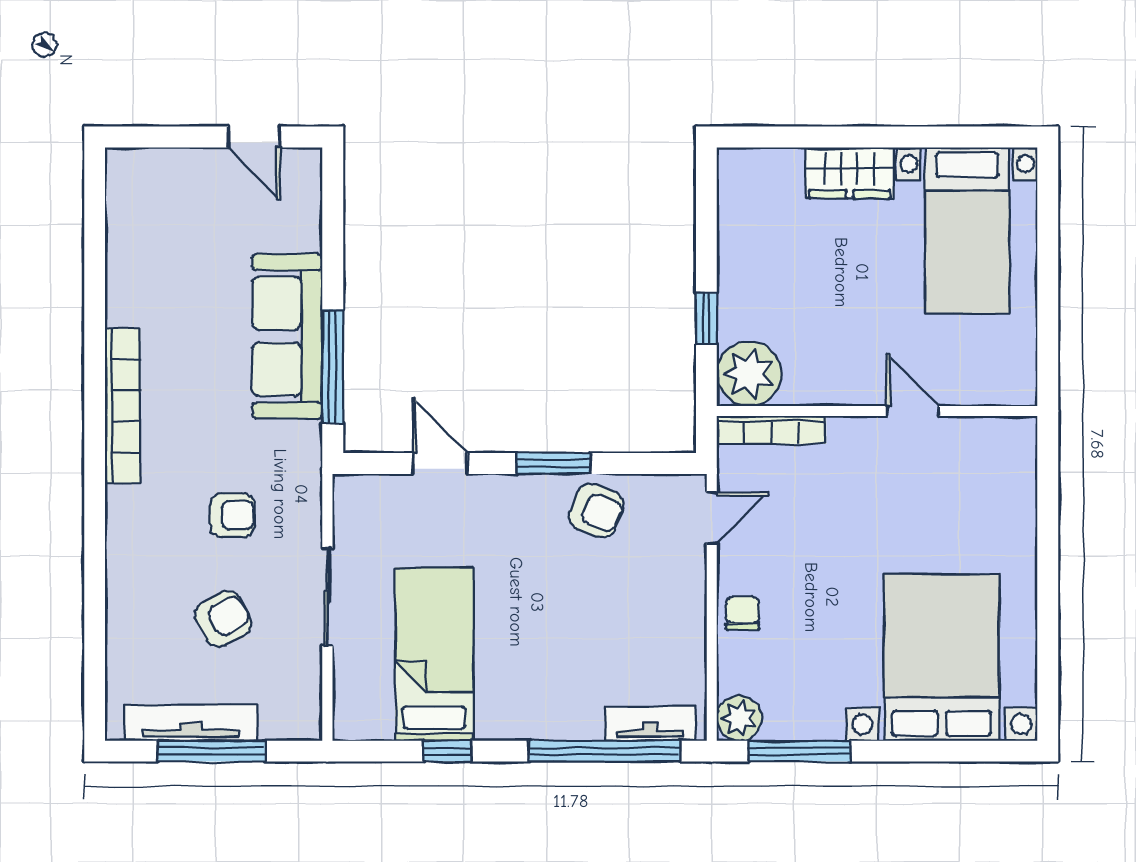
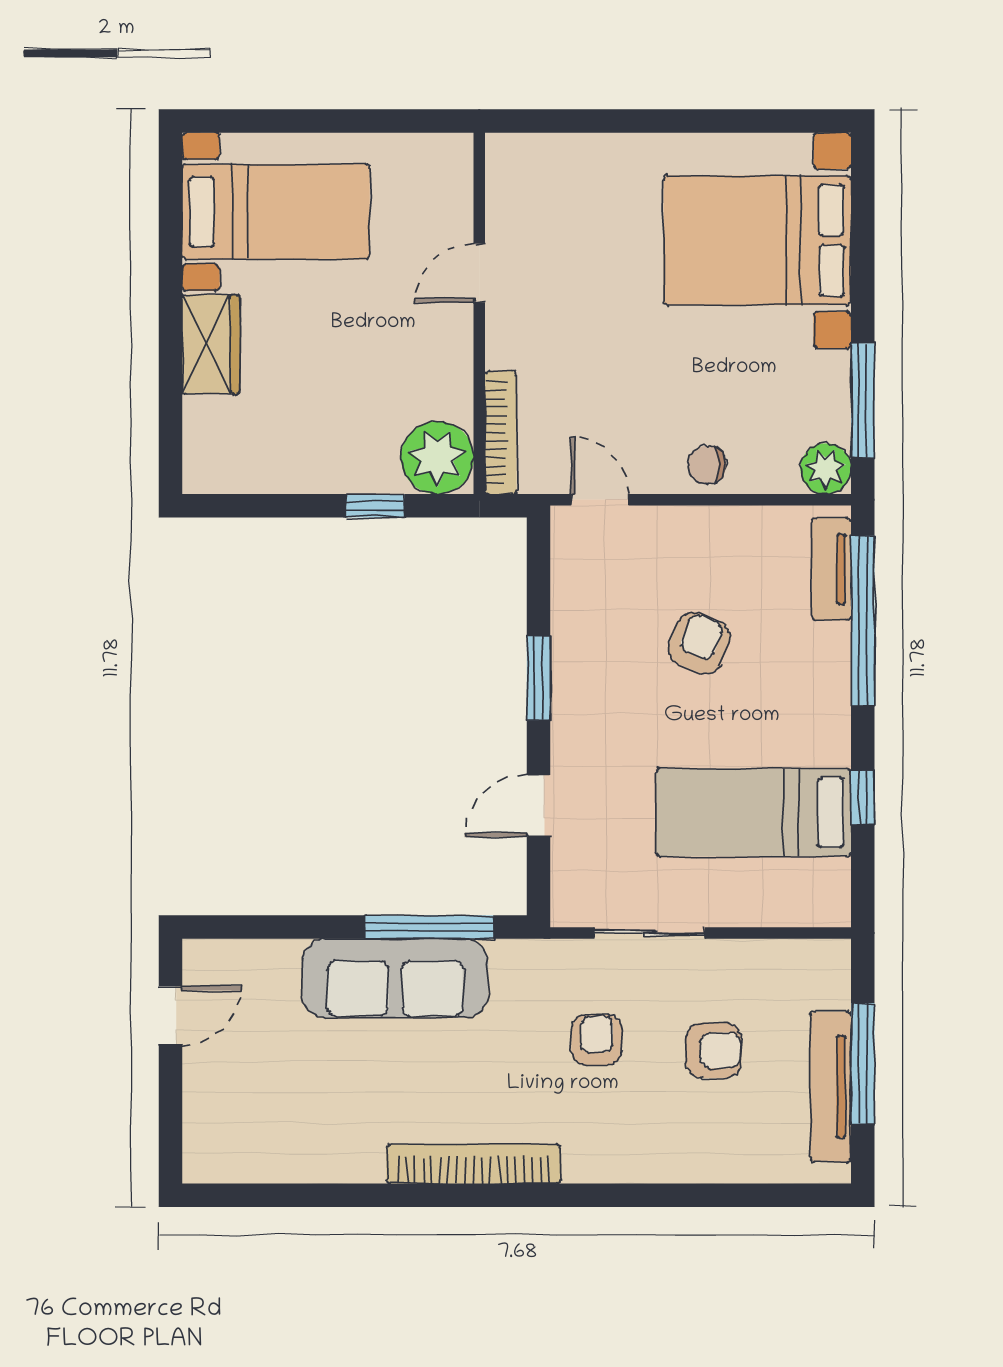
armchair: (596, 510) -> (699, 643), moved
sliding door: (327, 597) -> (650, 933), moved
armchair: (223, 619) -> (714, 1050), turned 119

